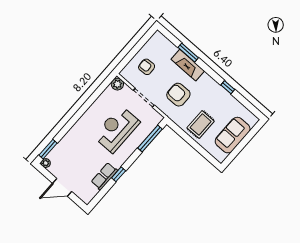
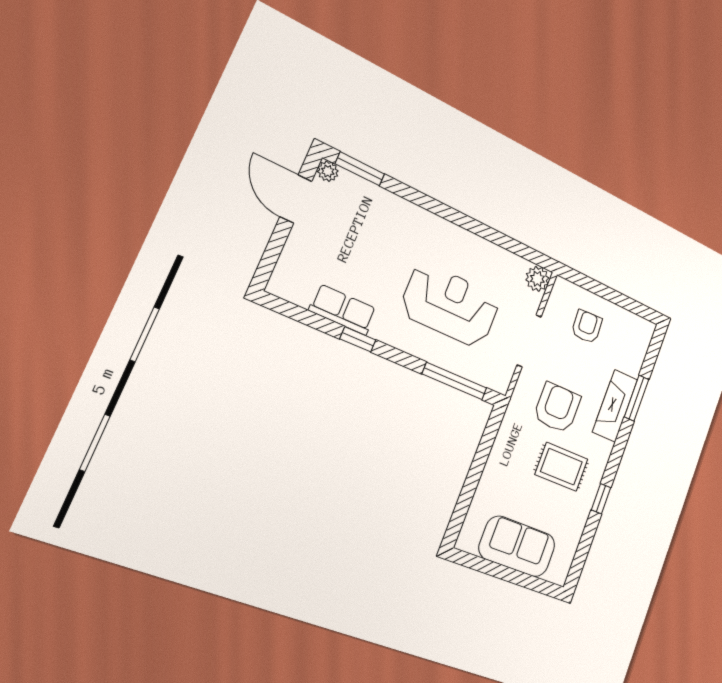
rug: (201, 124) -> (561, 467), moved
door: (62, 187) -> (296, 199), moved

